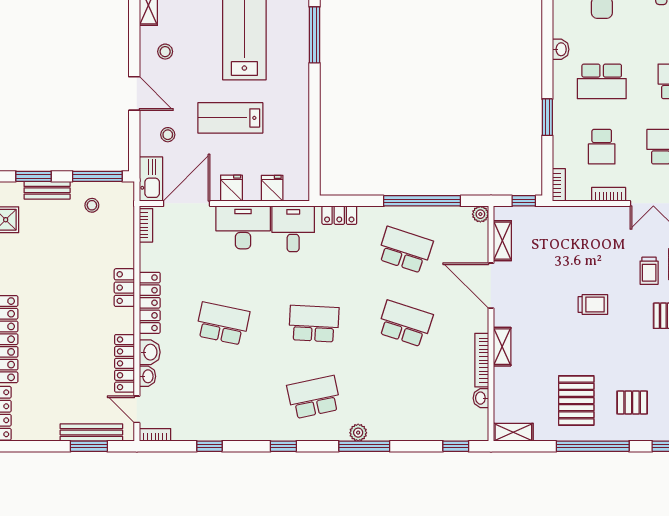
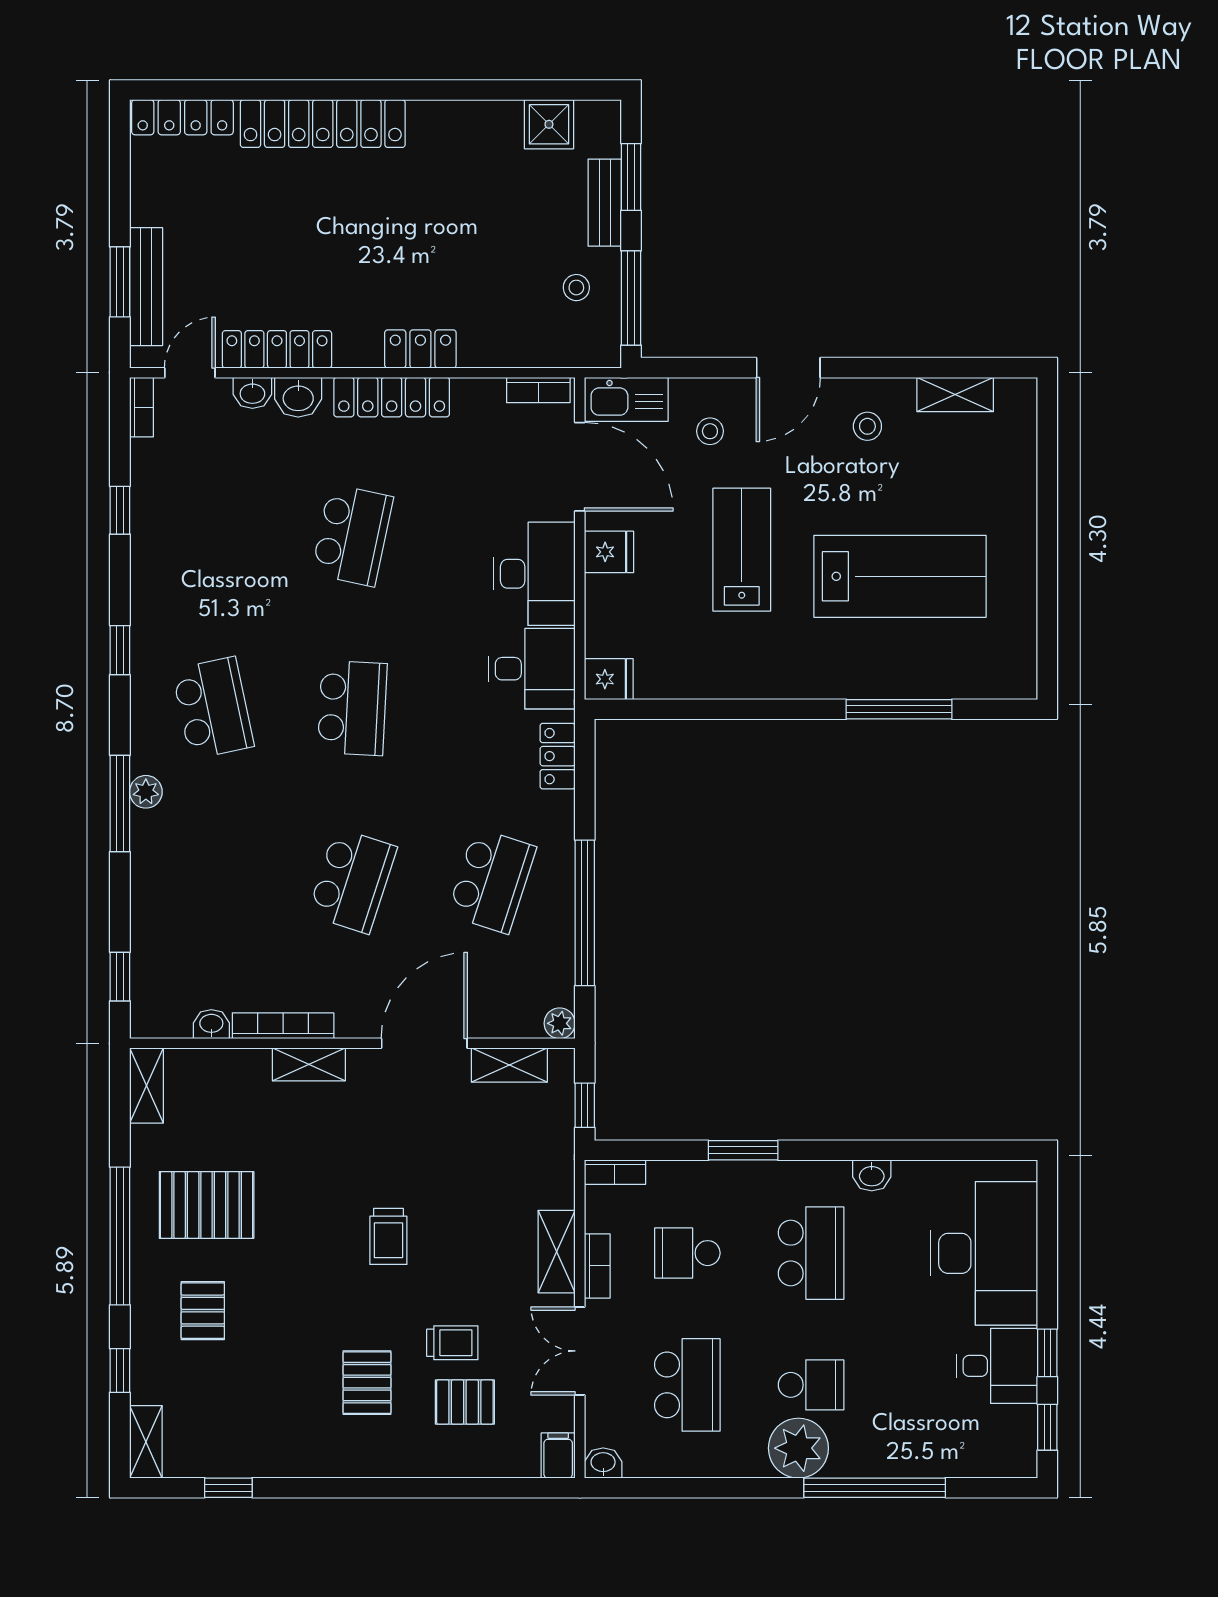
school desk: (602, 81) -> (811, 1253), turned 180
fridge: (272, 188) -> (609, 679), moved
shelving: (601, 216) -> (557, 1252), added
trolley: (649, 271) -> (452, 1343), turned 180

